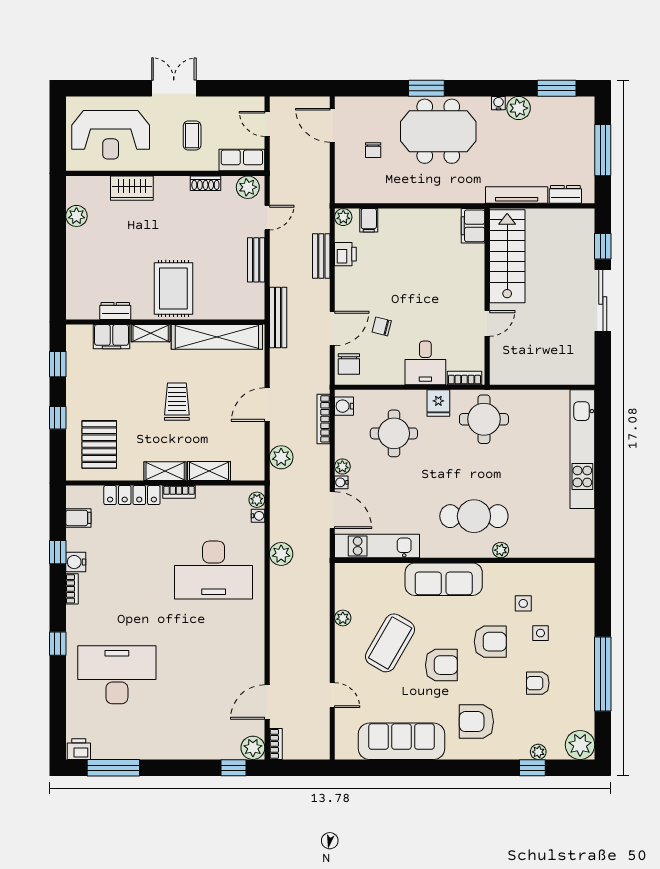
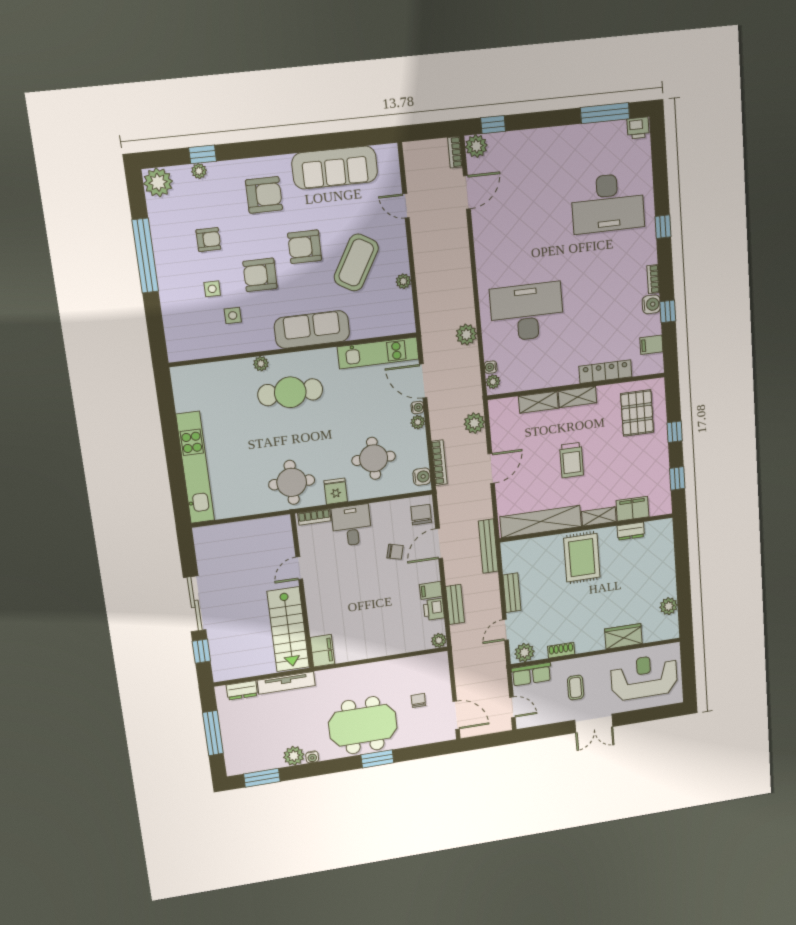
filing cabinet: (369, 220) -> (431, 590), moved, turned -90
bookcase: (179, 492) -> (564, 380), removed

